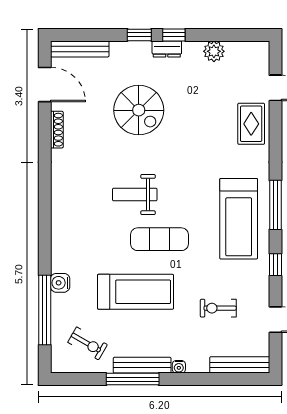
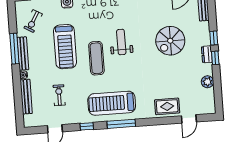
bench: (240, 365) -> (26, 97), moved

